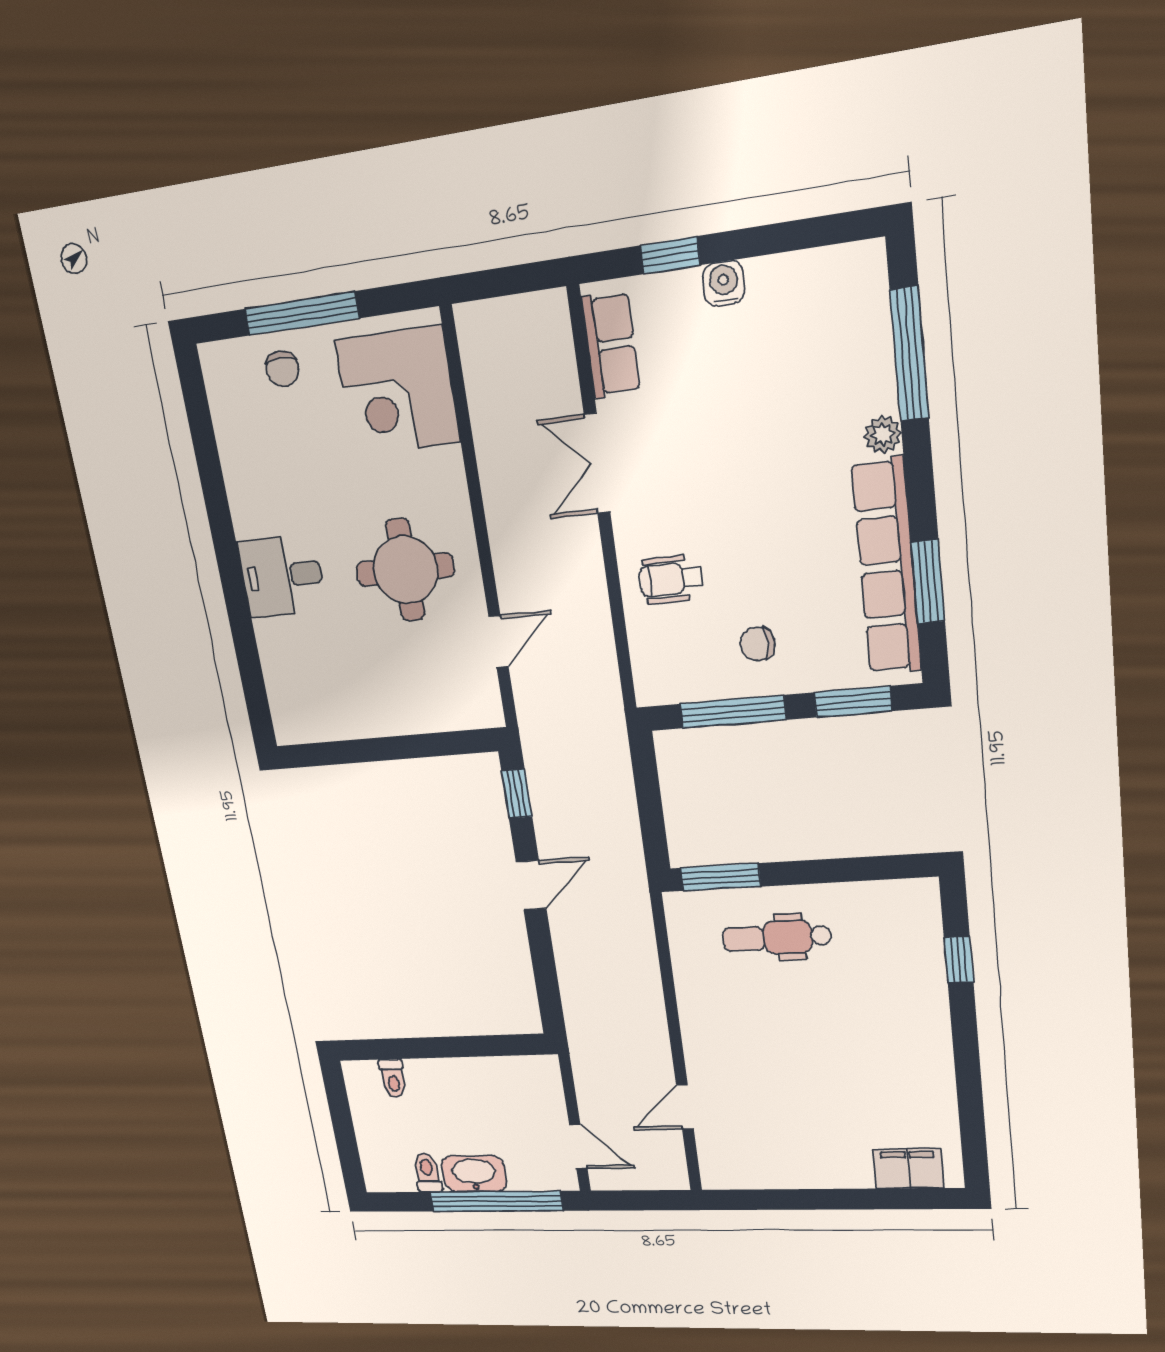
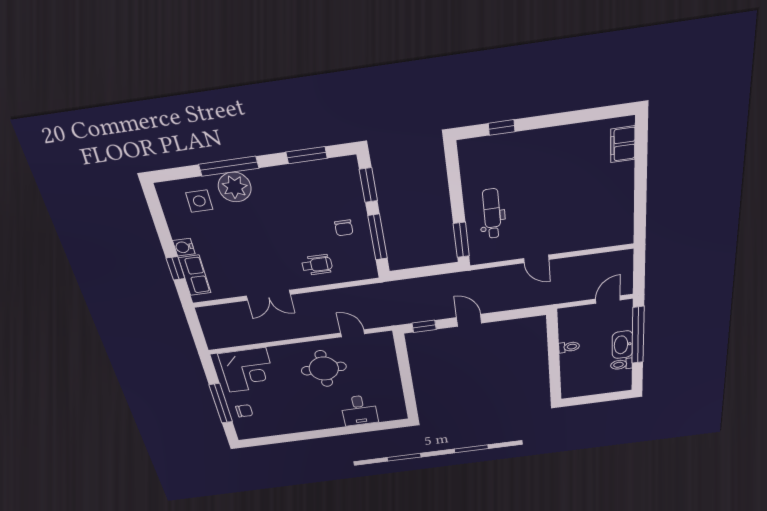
side table: (836, 336) -> (199, 201), added
row of seats: (611, 345) -> (195, 275), moved, turned 90
window: (909, 354) -> (229, 166), moved
plant: (883, 434) -> (235, 187), width x1.88, depth x1.88
row of seats: (887, 567) -> (302, 174), removed
desk: (282, 576) -> (359, 410), moved
wheelchair: (671, 579) -> (317, 265), turned -90
dental chair: (777, 937) -> (492, 214), turned 180
toilet: (393, 1078) -> (569, 347), moved
door: (685, 1107) -> (536, 259), moved

